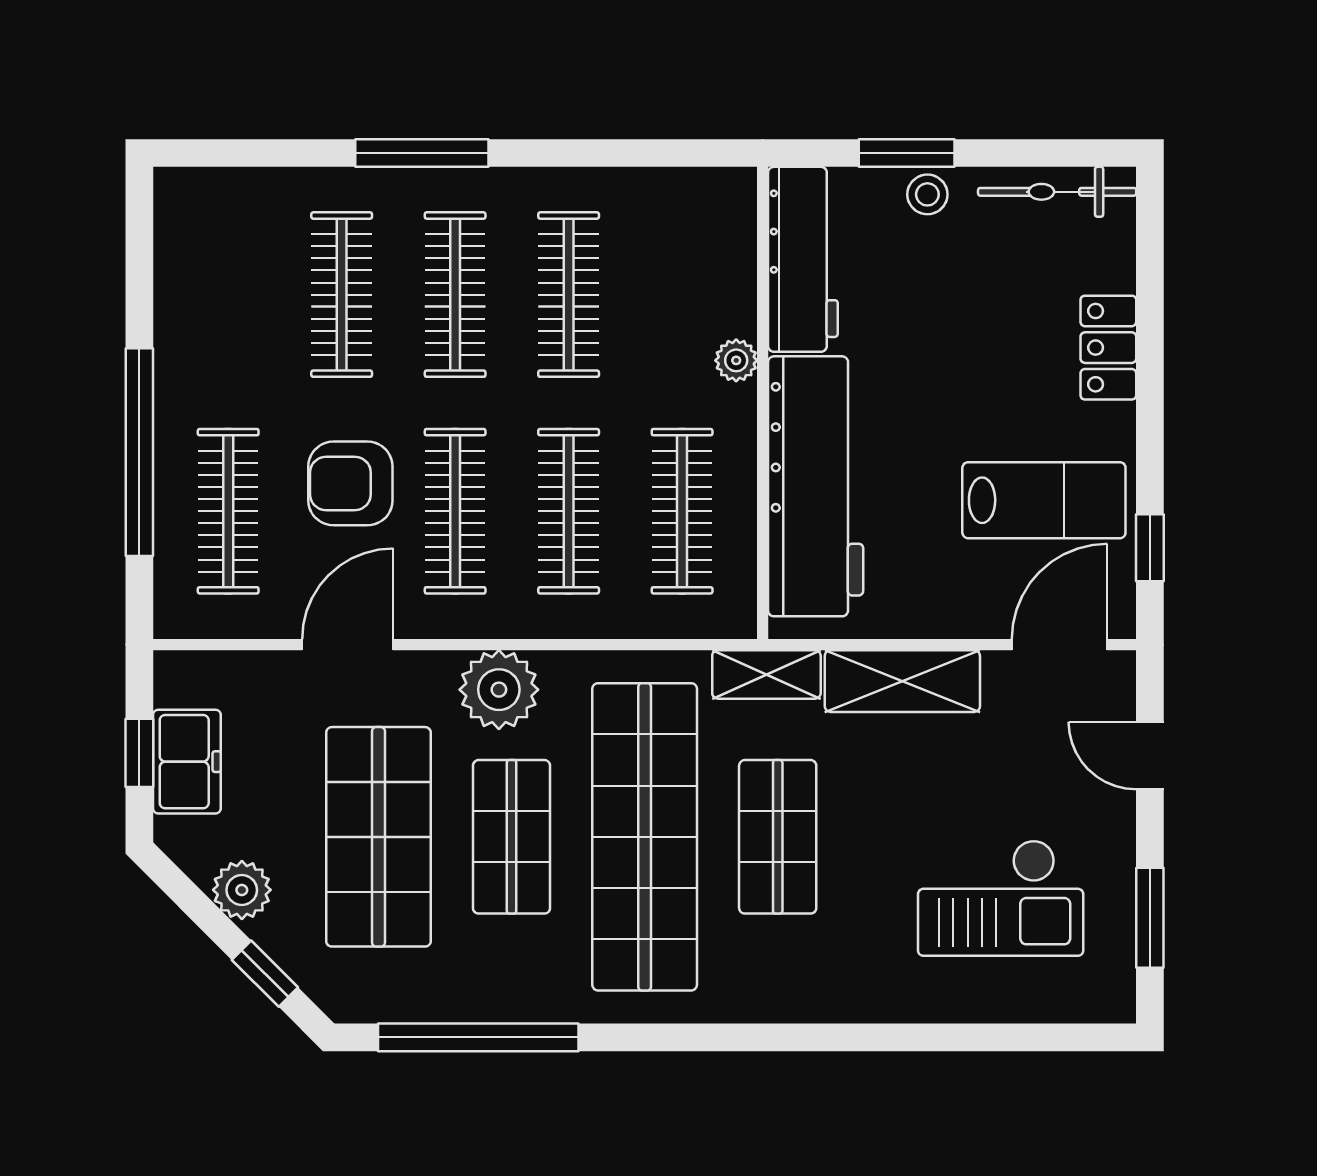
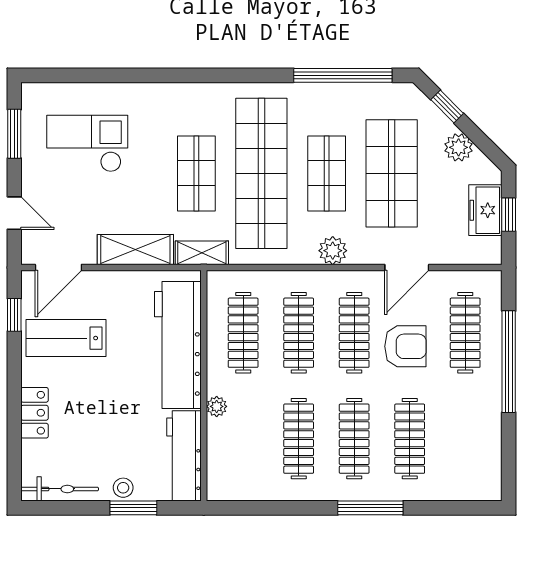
plant: (499, 690) -> (333, 251), width x0.73, depth x0.73

